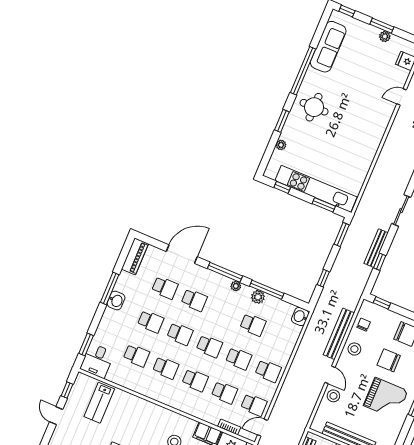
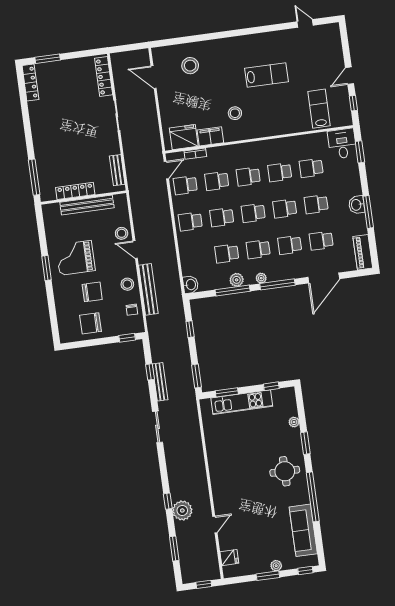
plant: (385, 36) -> (276, 566), moved
kitchen unit: (316, 189) -> (242, 402), width x0.73
school desk: (224, 312) -> (258, 249), added
door: (56, 416) -> (350, 76), swing flipped

